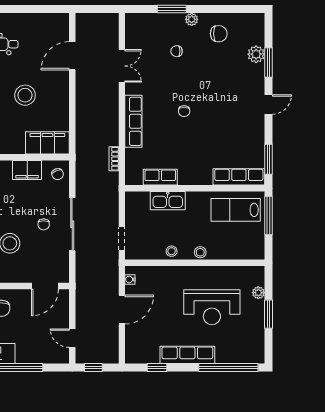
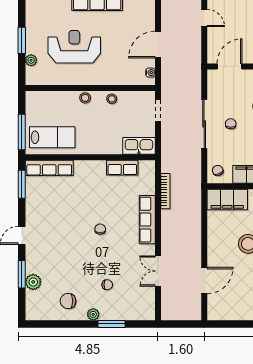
bookcase: (114, 159) -> (165, 191), width x1.56
kitchen sink: (168, 201) -> (139, 146), moved

